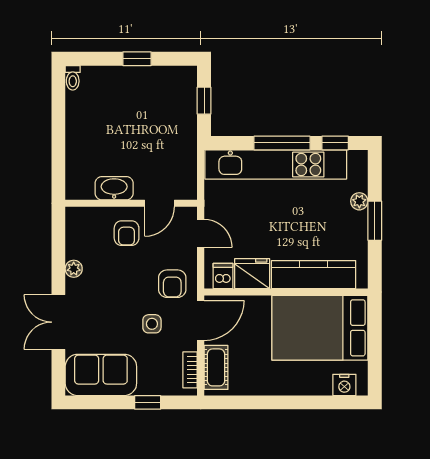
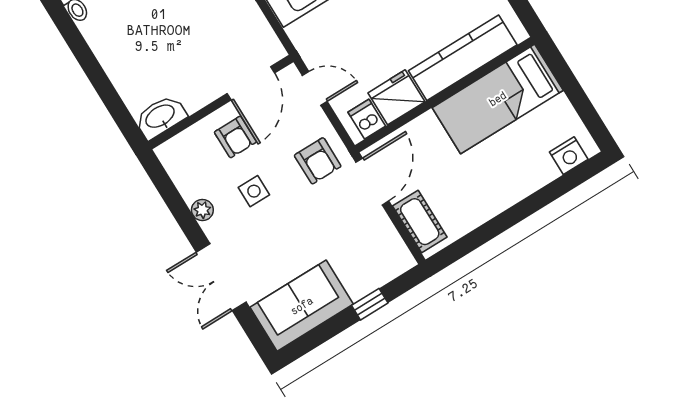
washbasin: (114, 188) -> (160, 117), moved
door: (159, 203) -> (251, 83), width x1.38
side table: (152, 324) -> (254, 191), moved
bed: (320, 328) -> (498, 99), width x0.67
bookcase: (190, 370) -> (394, 241), removed

